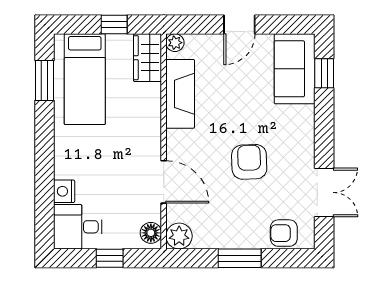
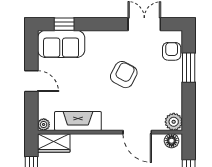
armchair: (249, 162) -> (124, 75), turned 120
door: (164, 182) -> (137, 132), swing flipped
armchair: (284, 233) -> (172, 51), turned 180
window: (240, 258) -> (189, 68), moved

